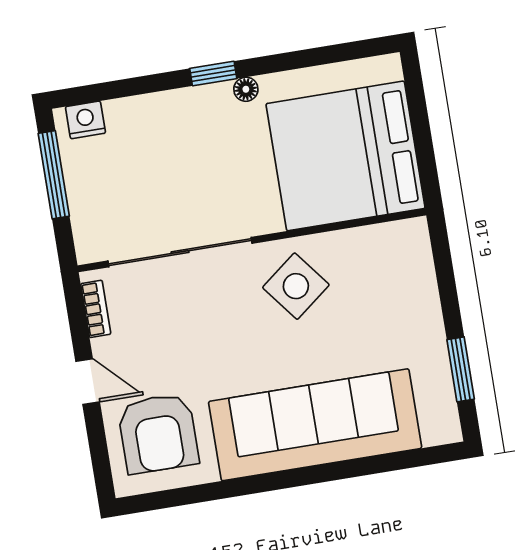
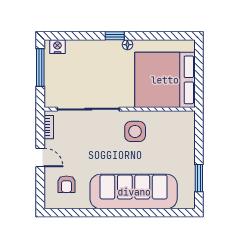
side table: (296, 286) -> (135, 131), turned 38
armchair: (158, 433) -> (66, 184), width x0.53, depth x0.53

